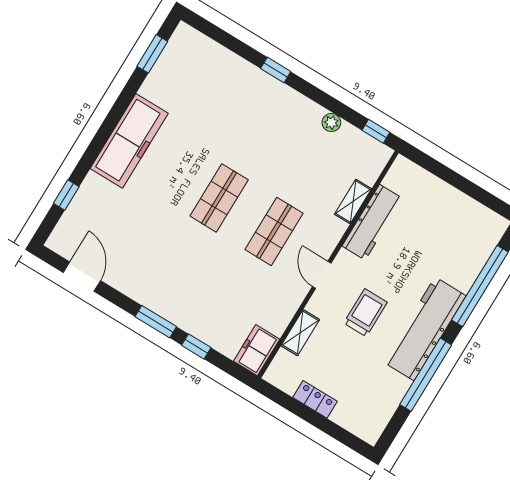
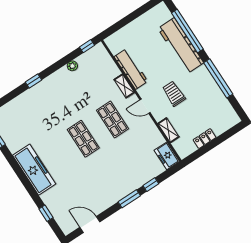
shelving: (353, 201) -> (124, 86), moved
workbench: (425, 329) -> (181, 46), moved

